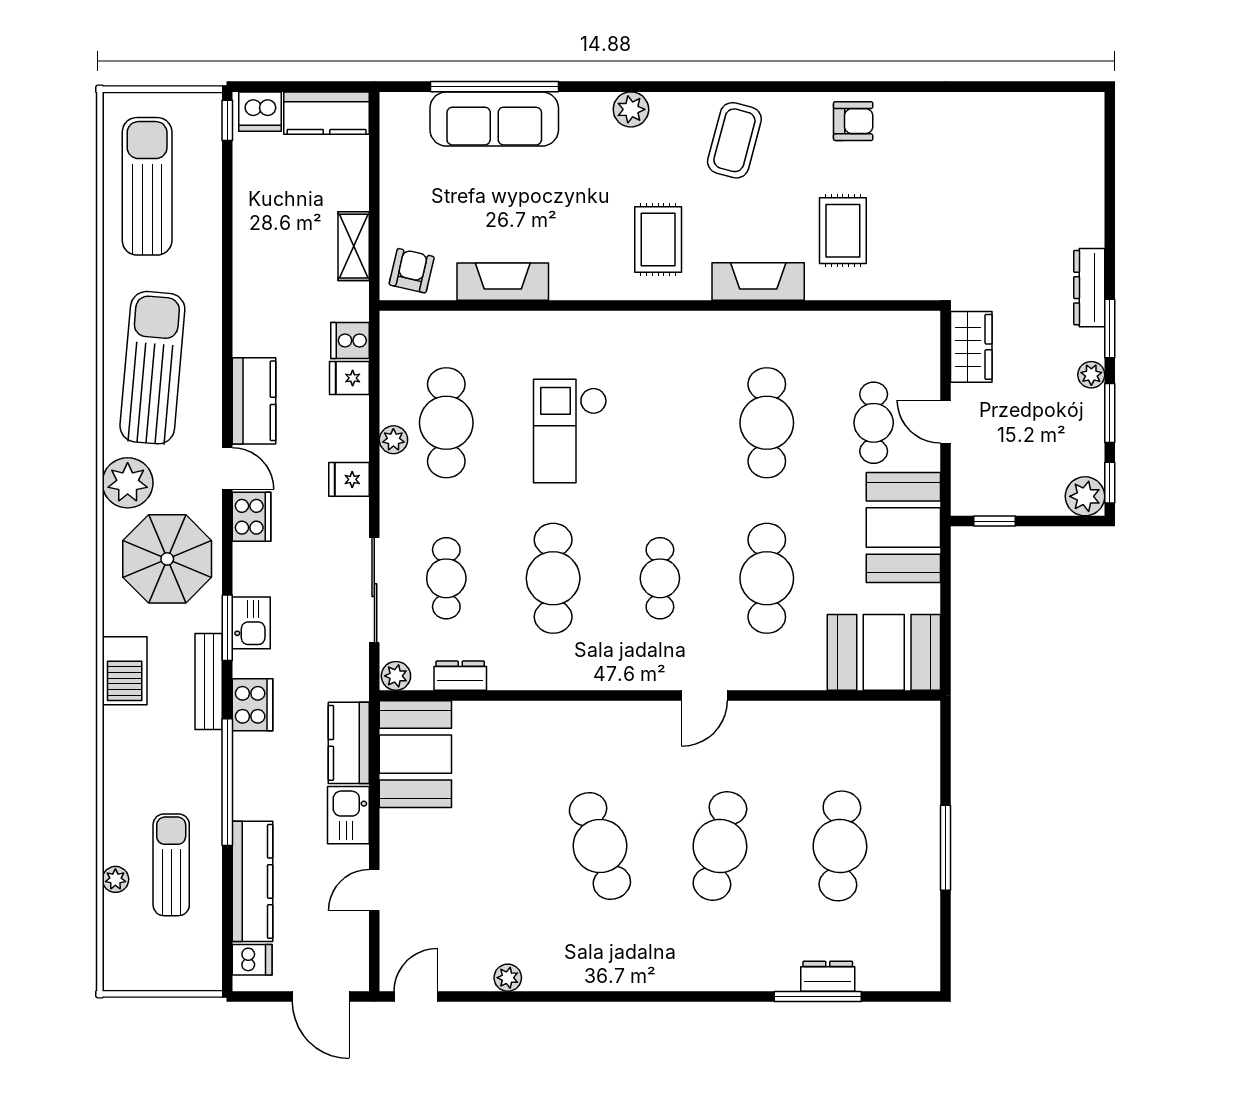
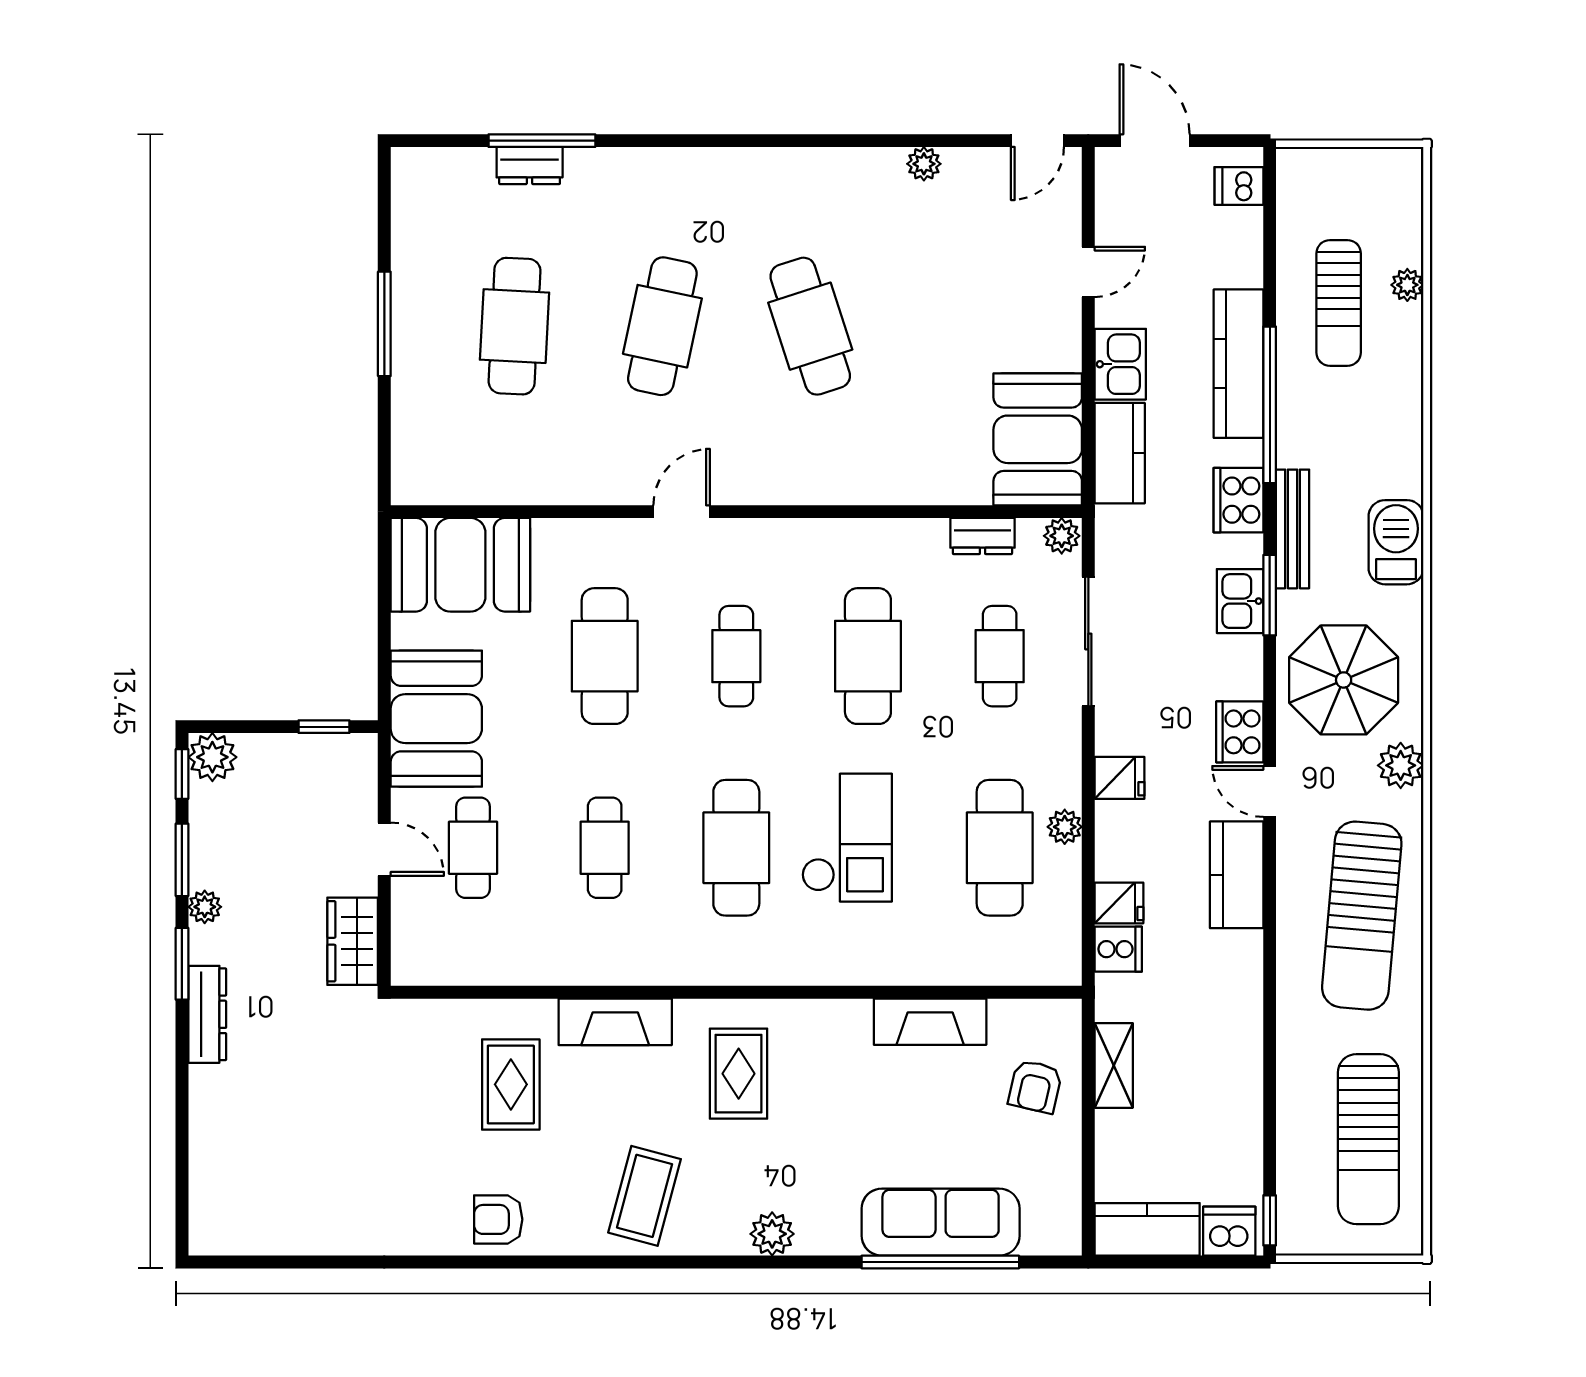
armchair: (412, 271) -> (1035, 1086), moved
cafe table: (660, 423) -> (736, 848), added
cafe table: (767, 423) -> (605, 848), width x0.73, depth x0.74
plant: (128, 483) -> (1401, 765), width x0.73, depth x0.73
kitchen counter: (252, 881) -> (1238, 364), moved

